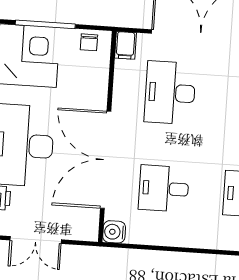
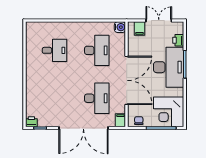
double door: (106, 160) -> (127, 80), moved
desk: (164, 188) -> (97, 50), width x1.37
filing cabinet: (75, 227) -> (139, 29), added

